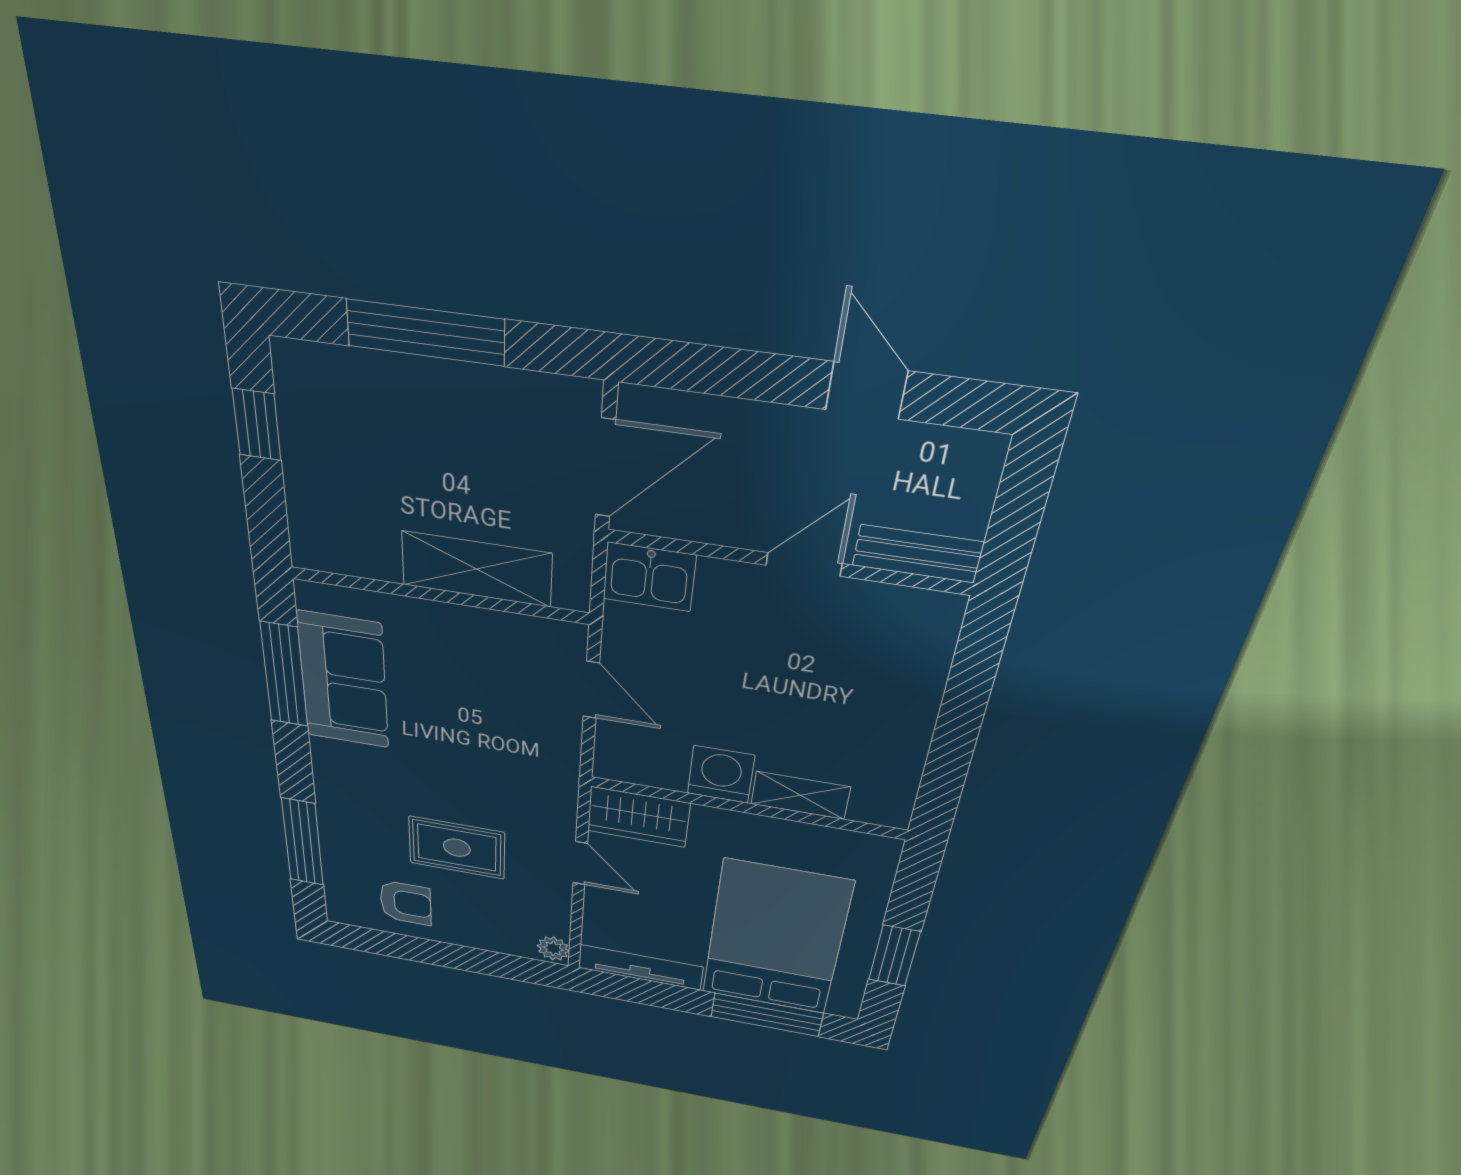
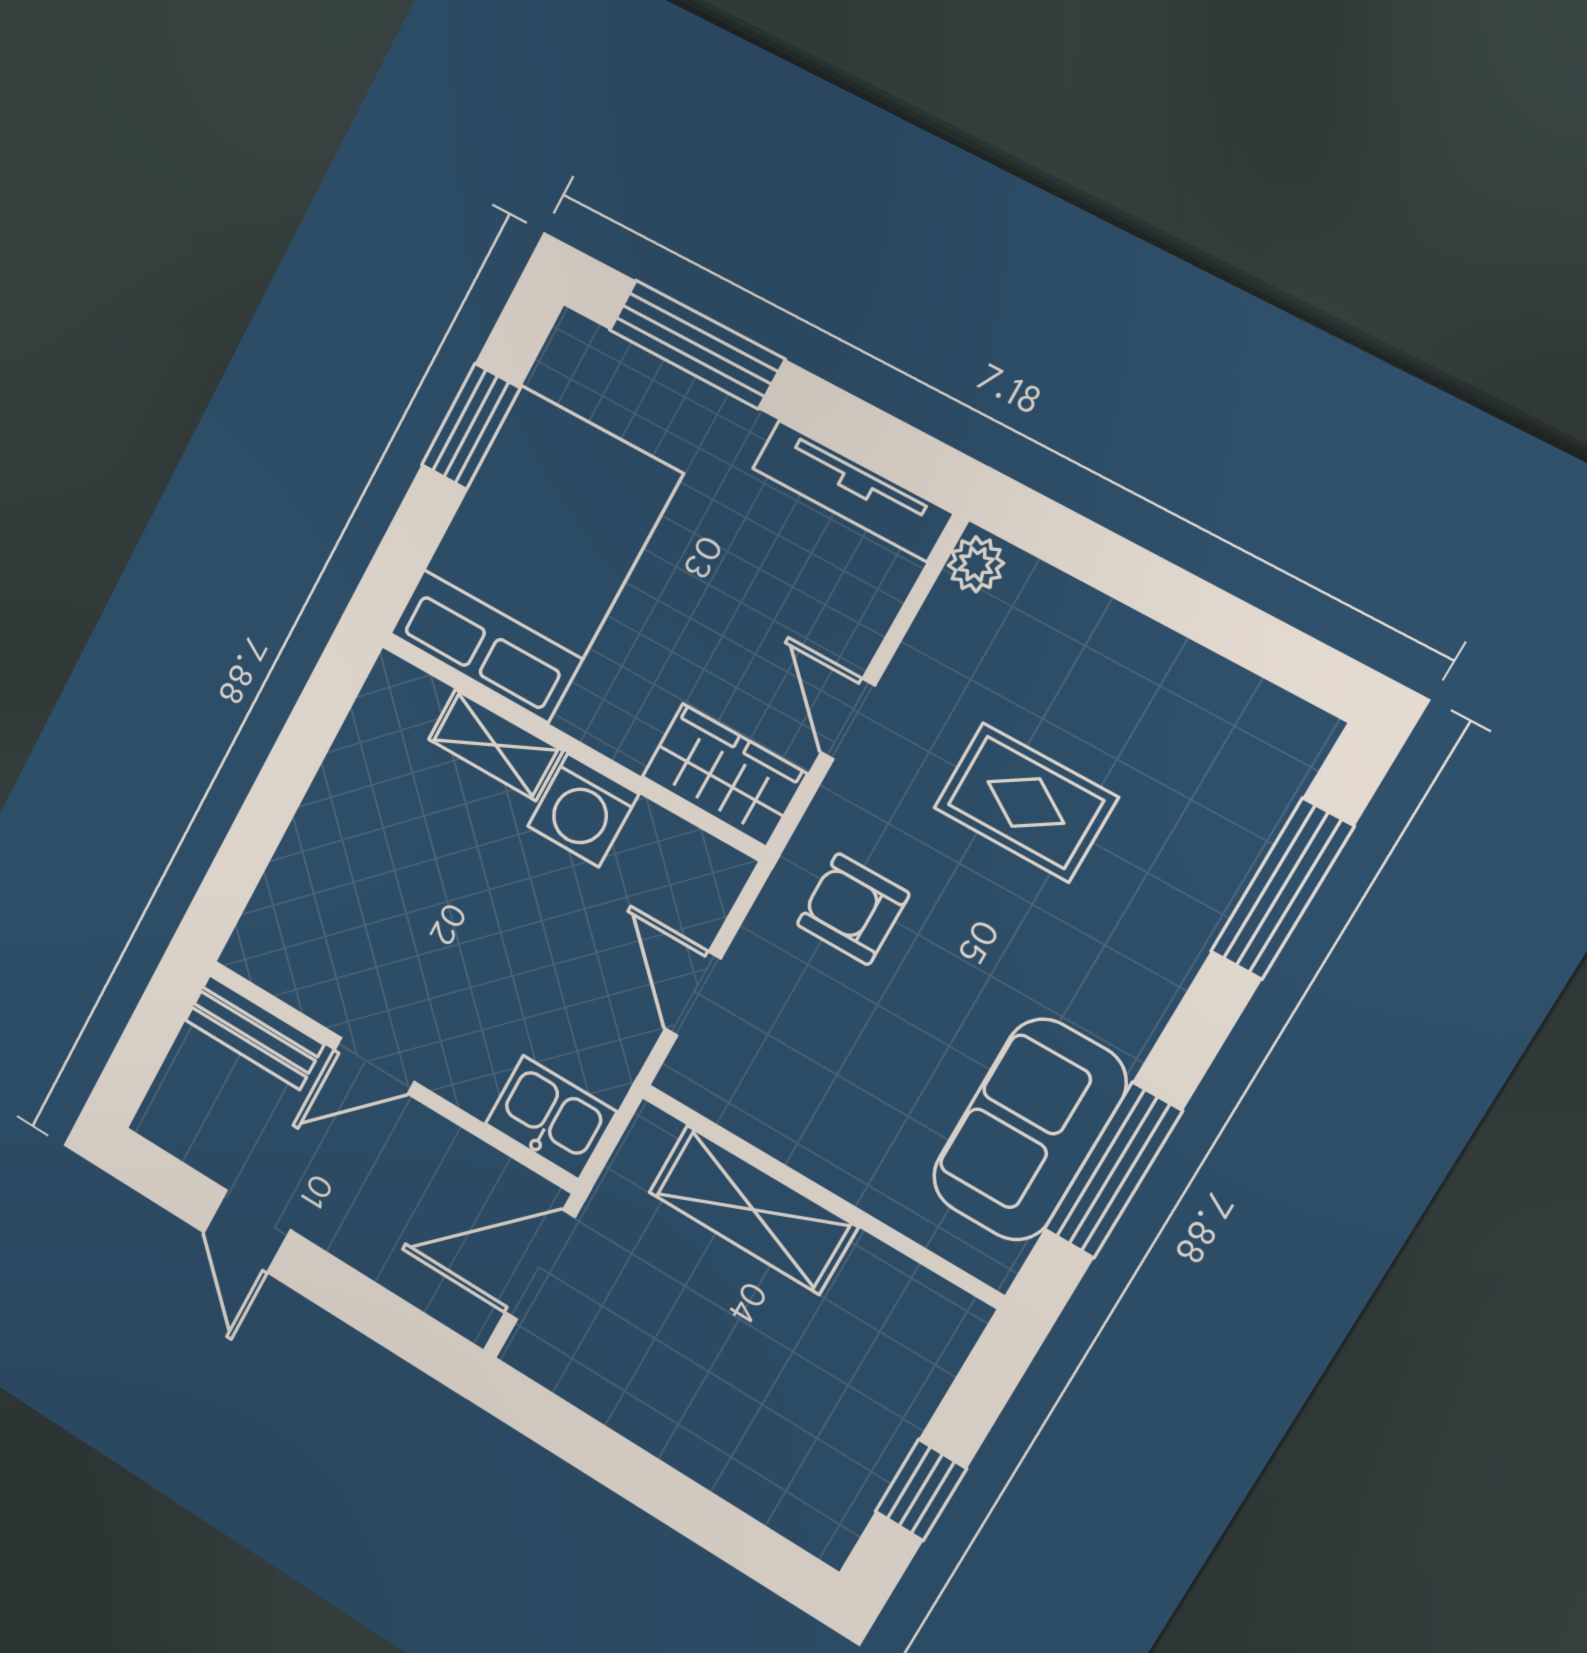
window: (426, 333) -> (660, 1490), removed
armchair: (406, 903) -> (853, 909), moved
bed: (776, 938) -> (535, 555), moved, turned 180

